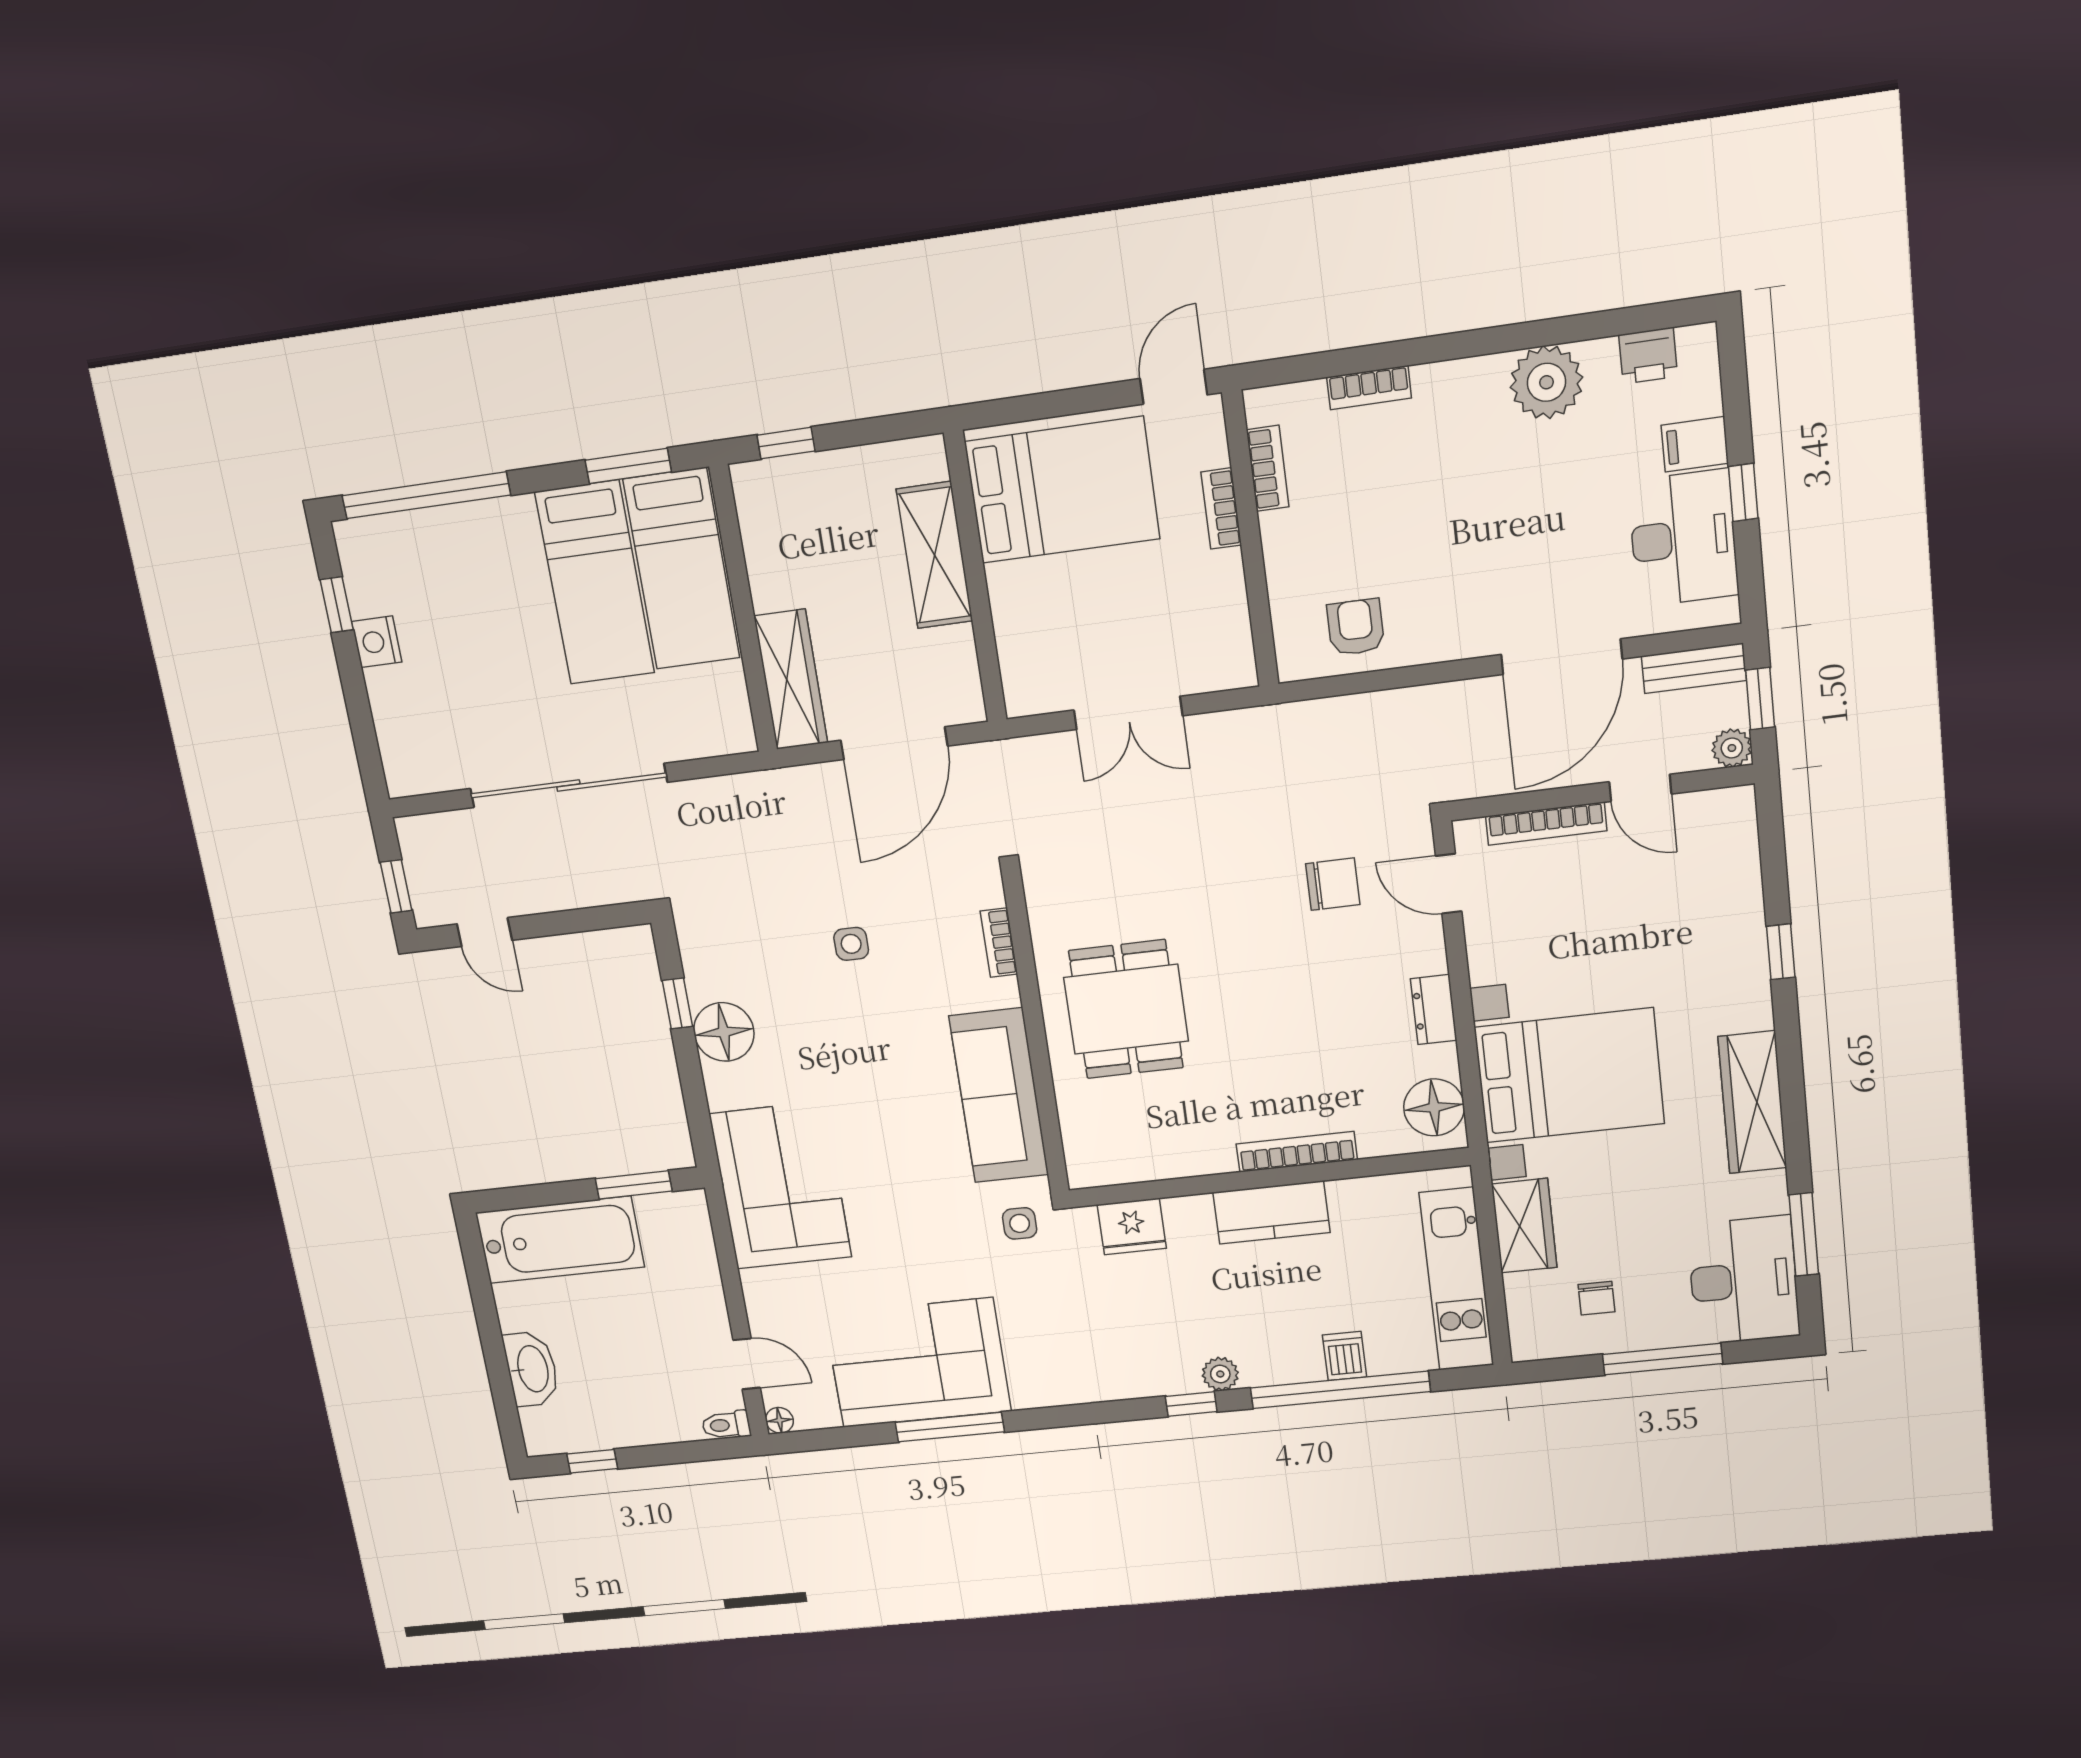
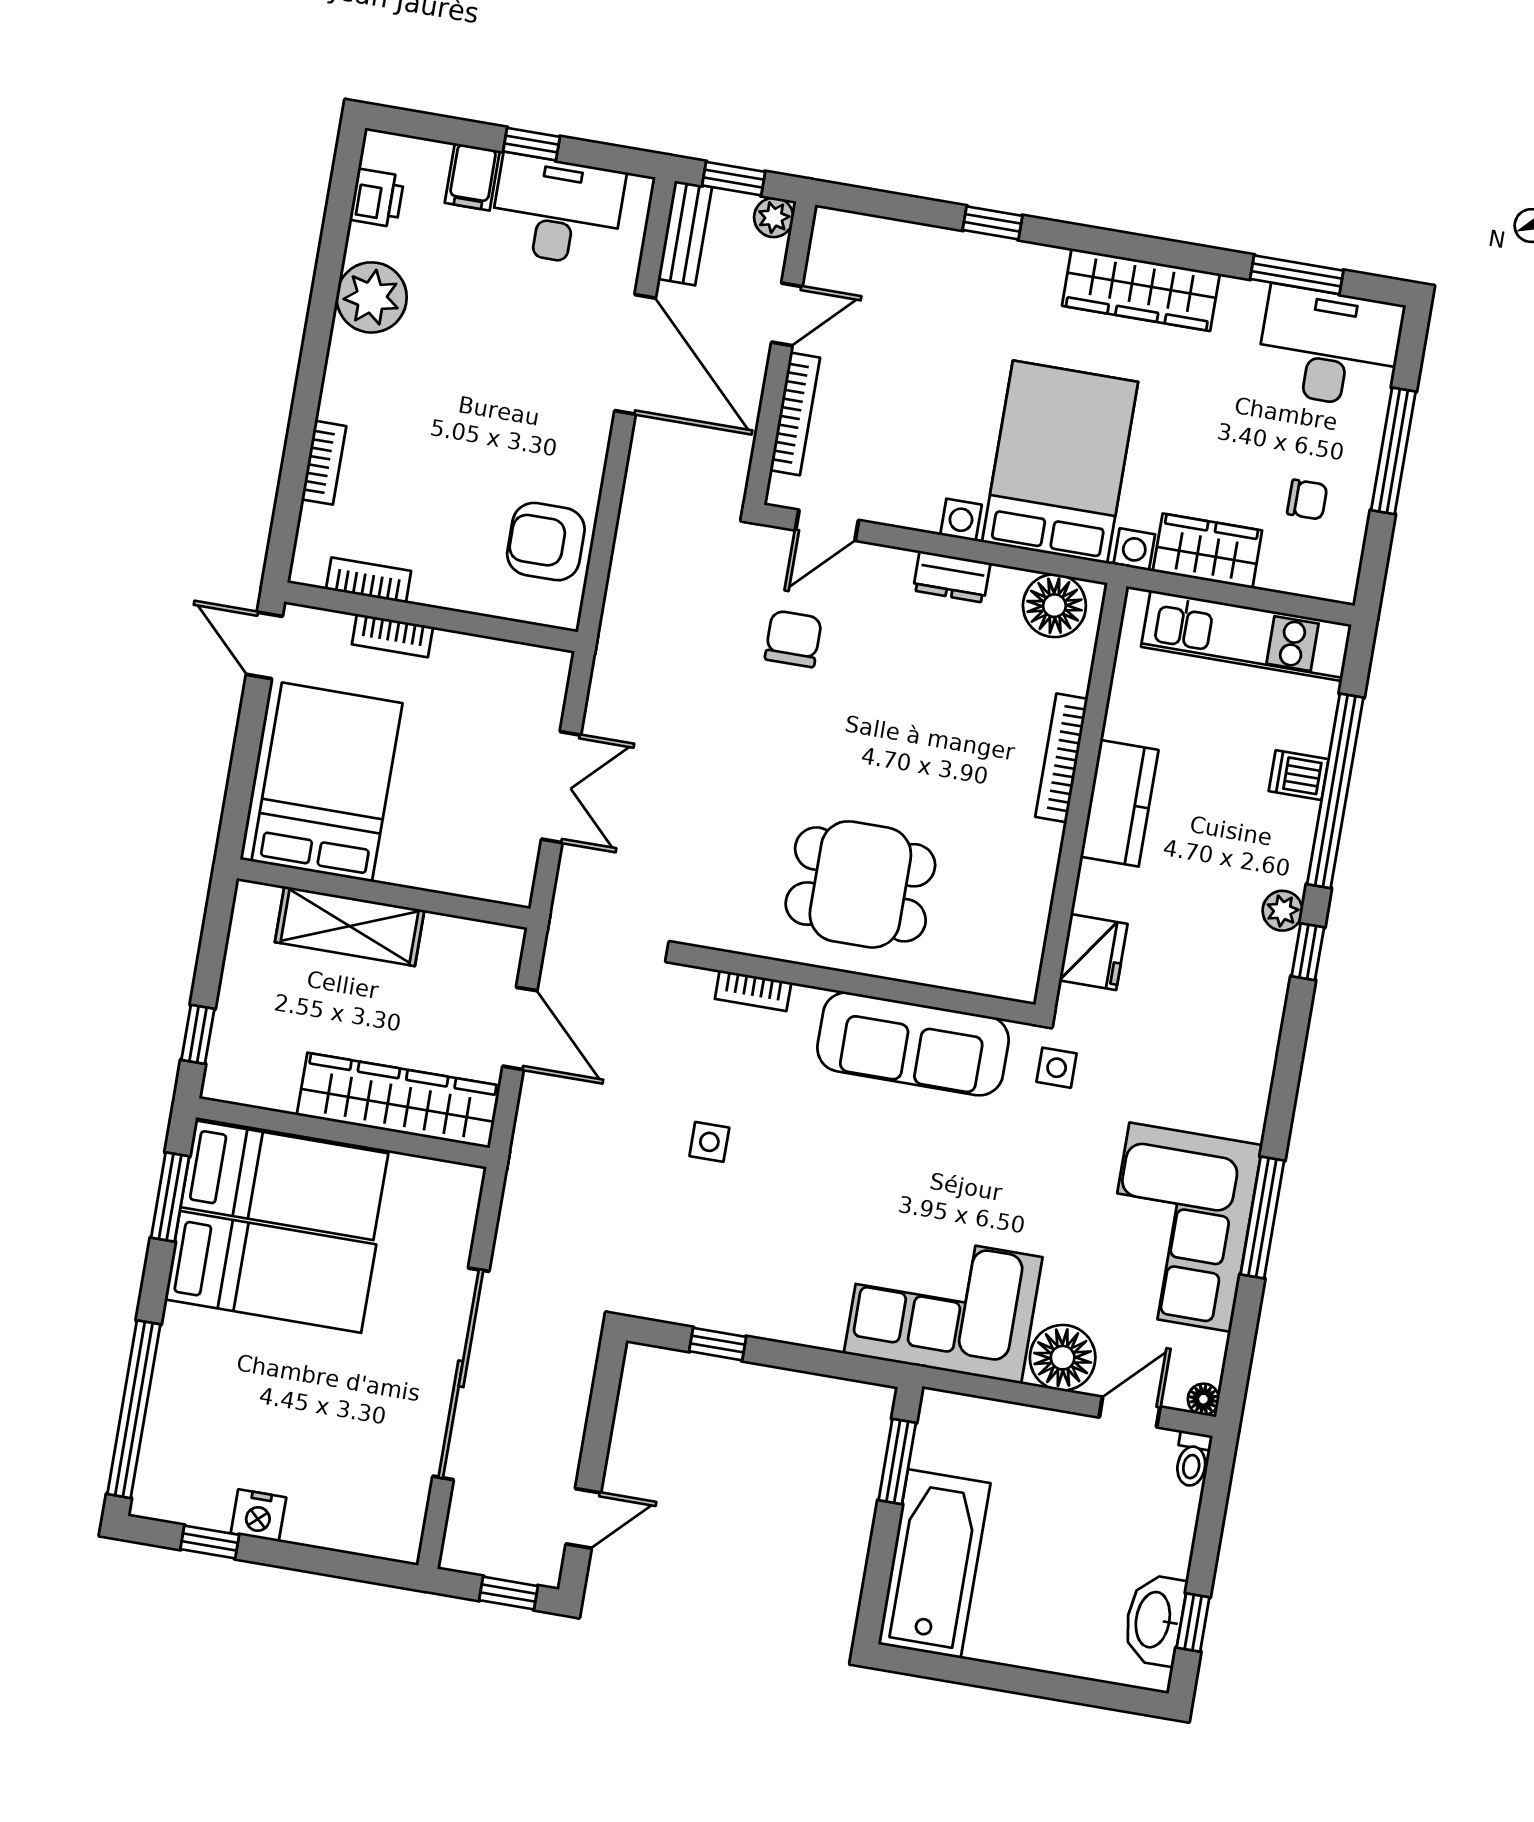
armchair: (1356, 627) -> (546, 542), width x1.38, depth x1.38
wardrobe: (791, 679) -> (399, 1100), width x1.40, depth x1.17
door: (894, 743) -> (520, 1028), width x0.73
floor lamp: (724, 1032) -> (1063, 1358), moved
washbasin: (532, 1369) -> (1154, 1620), moved, turned -90

